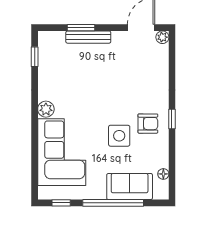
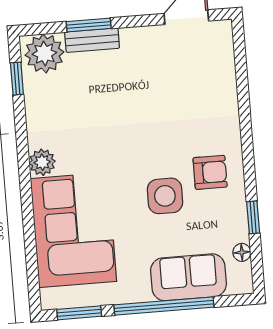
bench: (88, 37) -> (92, 40), width x0.73
plant: (162, 37) -> (44, 53), moved, width x1.88, depth x1.88
window: (172, 119) -> (253, 217), moved
window: (61, 203) -> (79, 313), width x1.50

